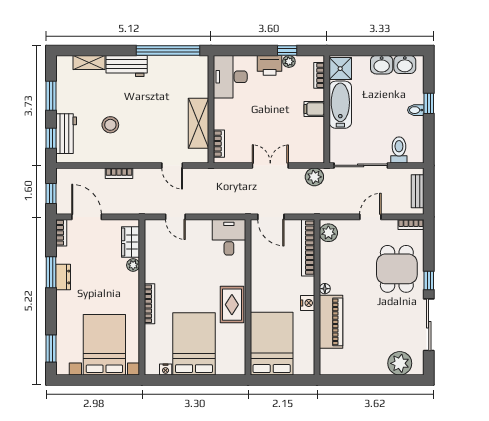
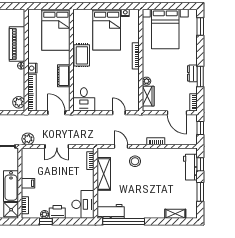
workbench: (127, 66) -> (111, 211), moved
stool: (110, 125) -> (135, 161), moved
cot: (260, 273) -> (64, 76), added
nightstand: (308, 303) -> (32, 68), moved

